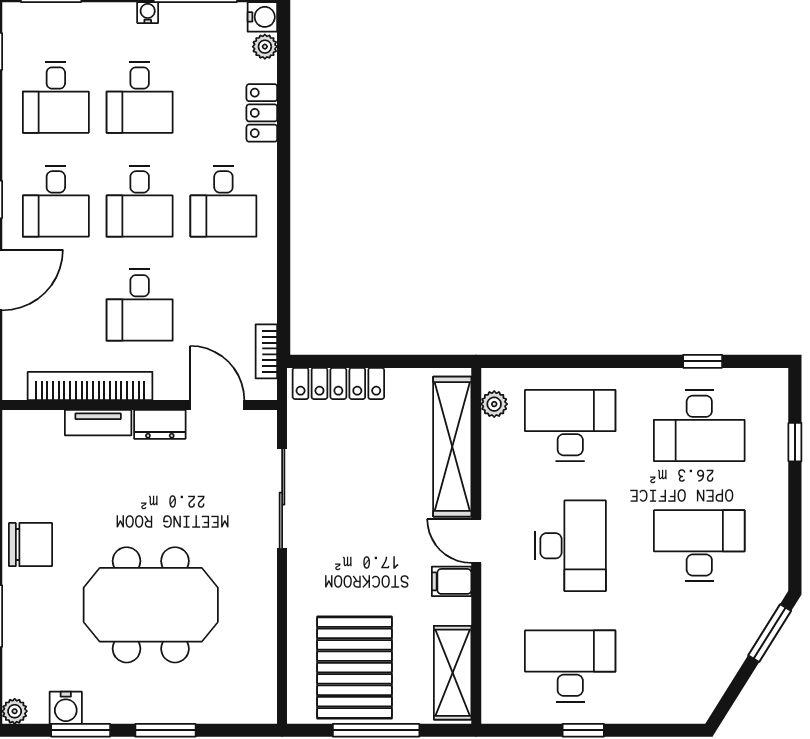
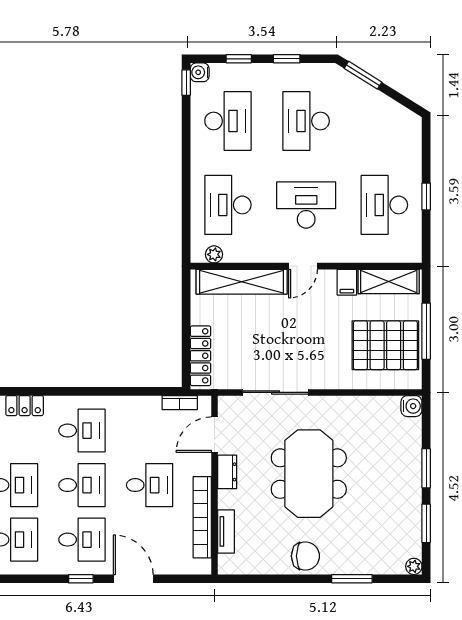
window: (703, 361) -> (186, 83), moved
water cooler: (774, 382) -> (200, 72), added
tv unit: (98, 423) -> (226, 531), moved
window: (795, 516) -> (287, 59), added
chair: (31, 545) -> (305, 556), turned 90
filing cabinet: (452, 581) -> (347, 282), moved
meeting table: (151, 605) -> (309, 474), moved
water cooler: (66, 708) -> (411, 406), moved

